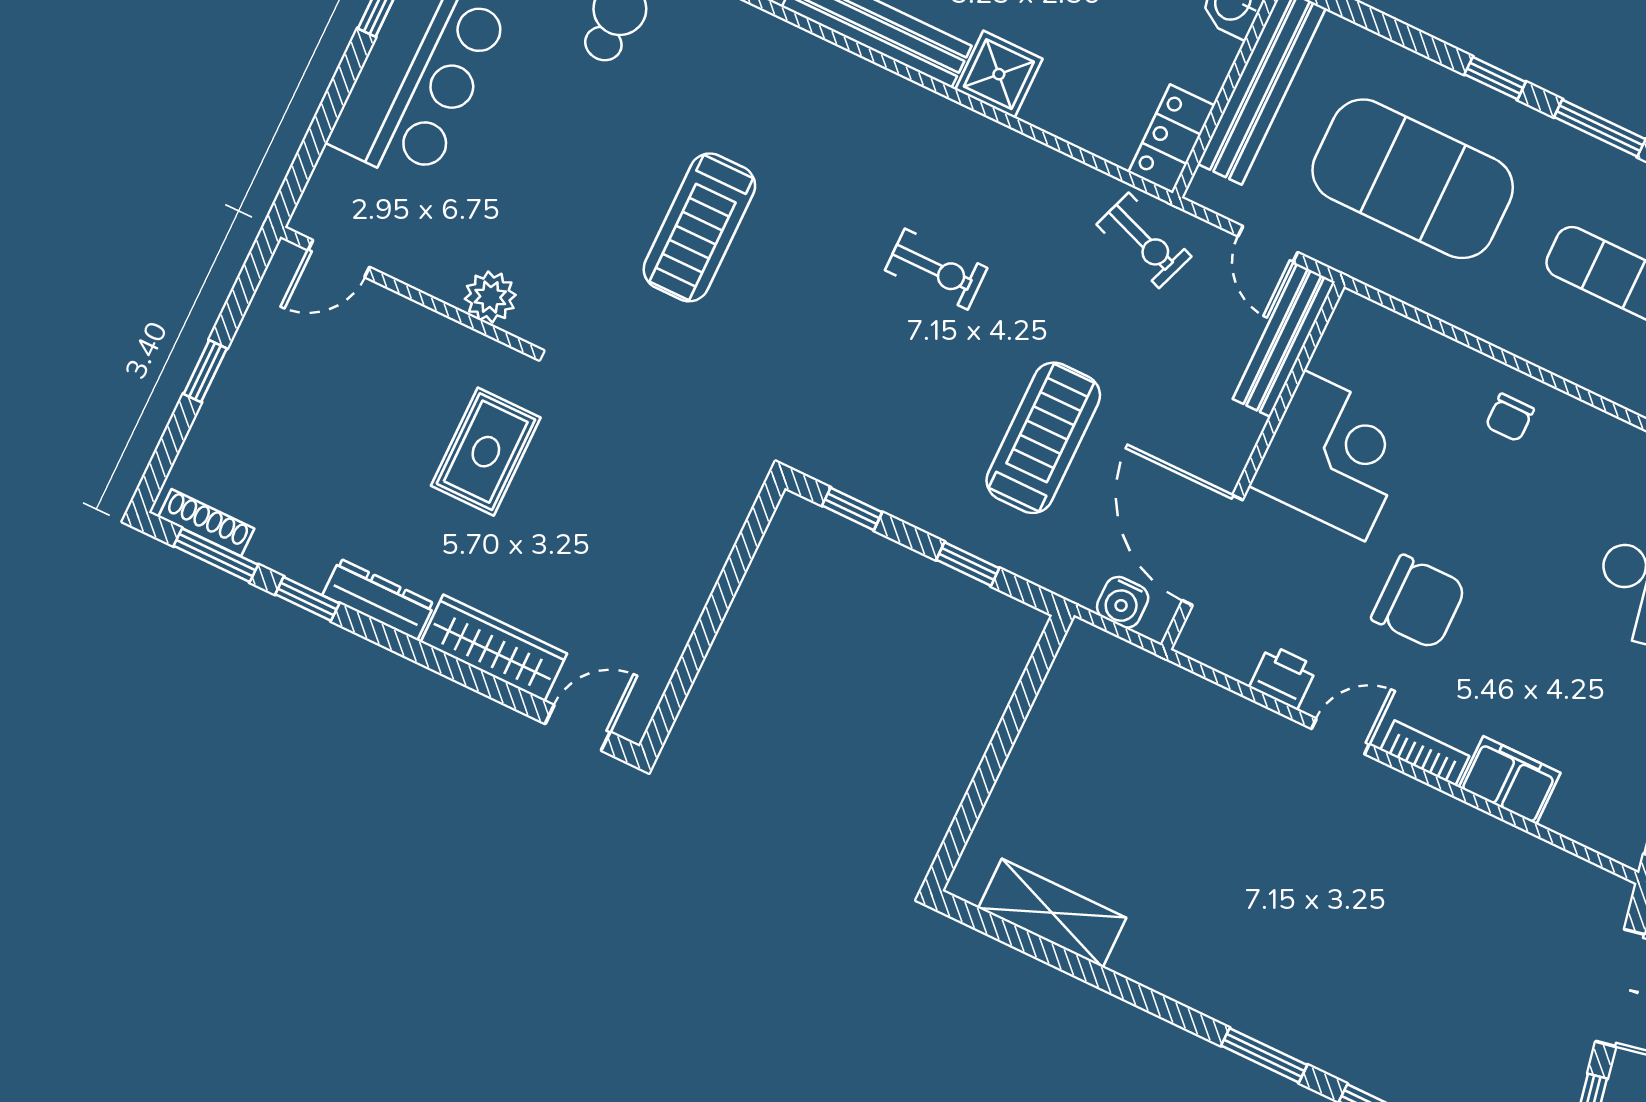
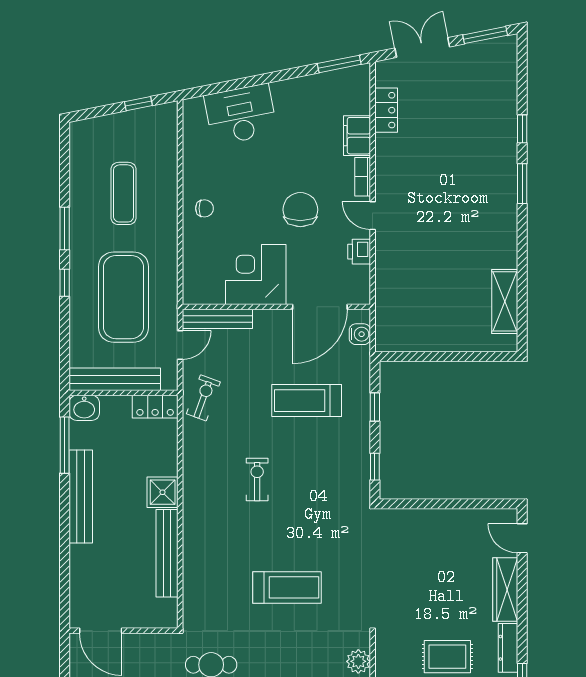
rug: (486, 452) -> (447, 657), moved
locker: (1532, 860) -> (386, 110), added

